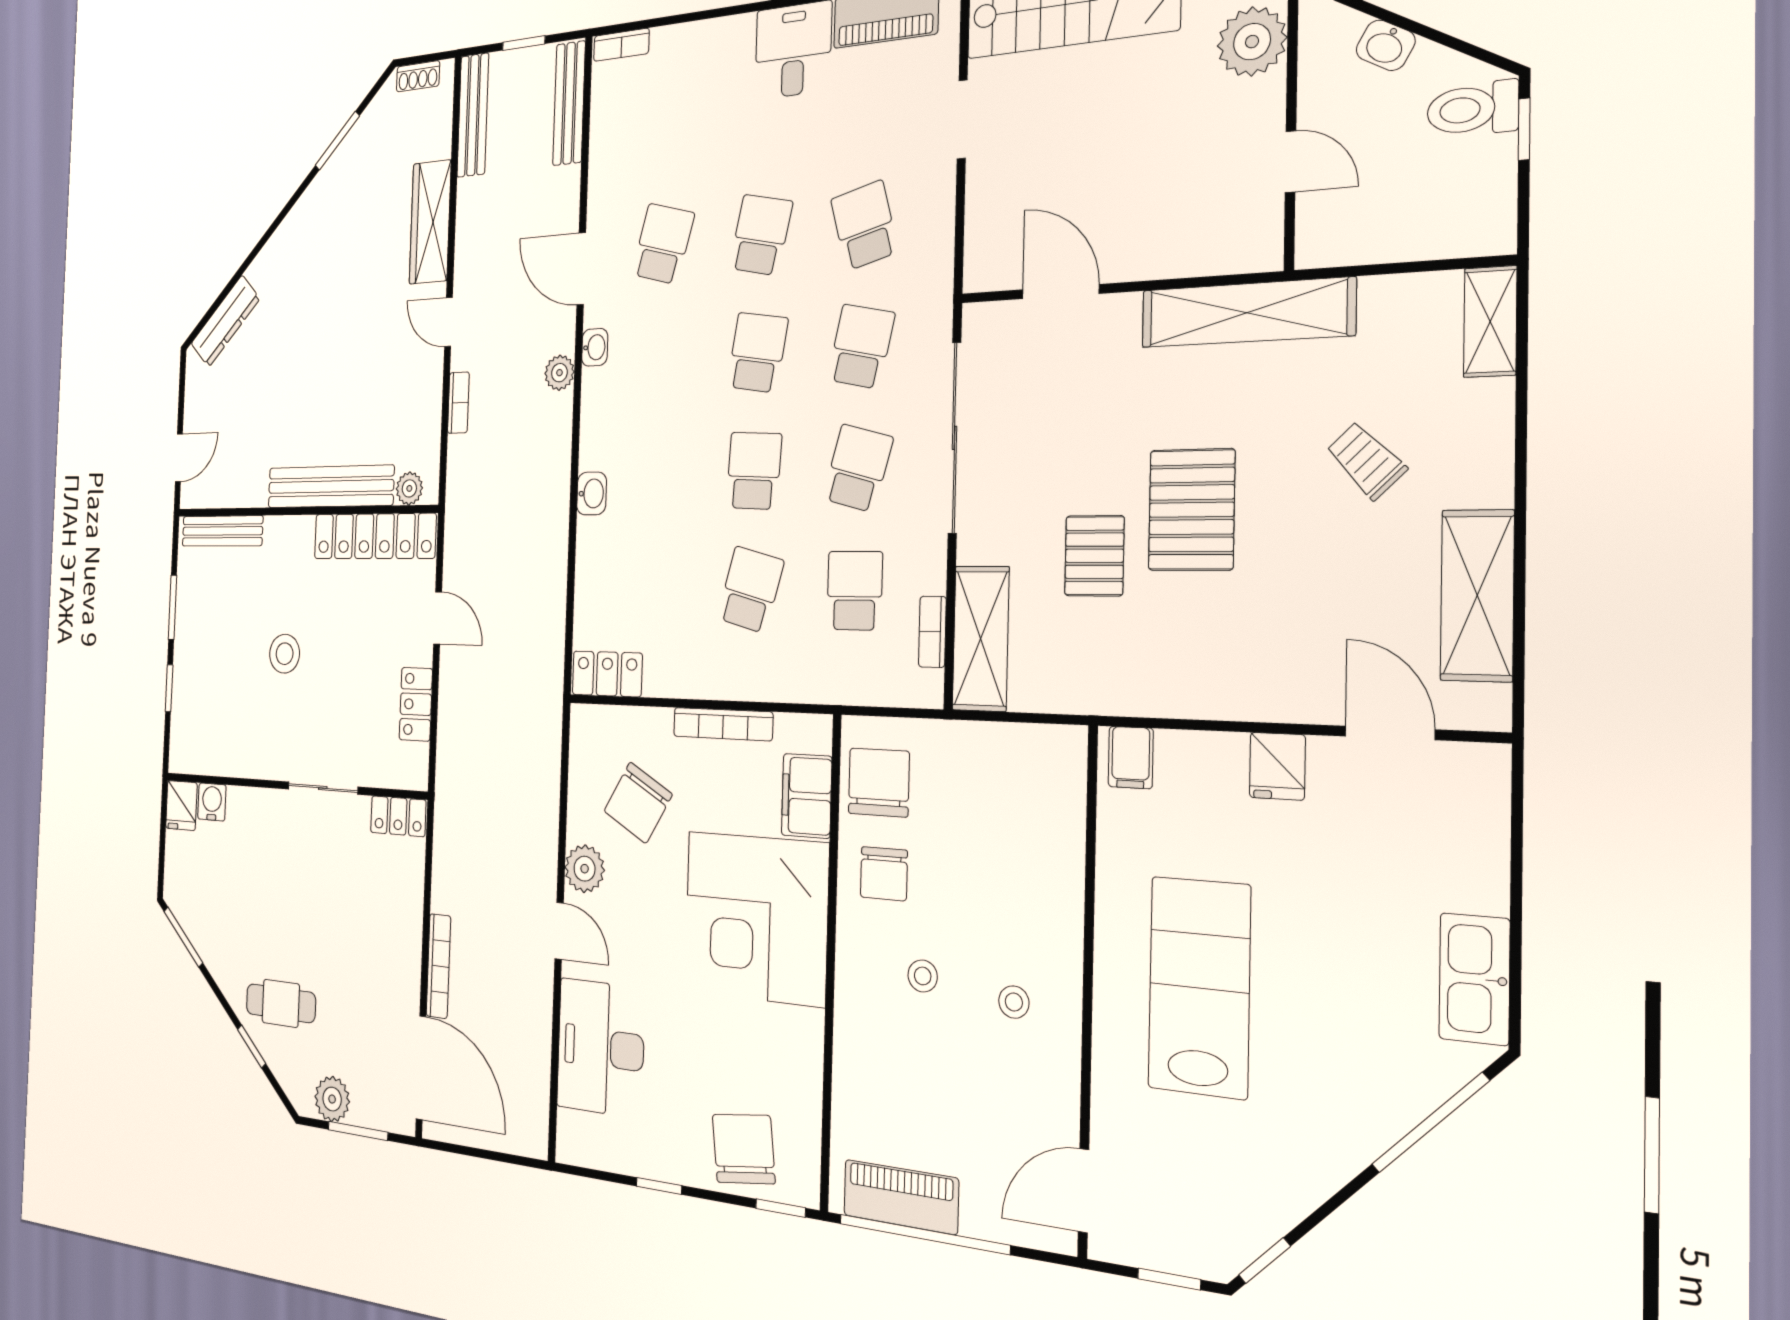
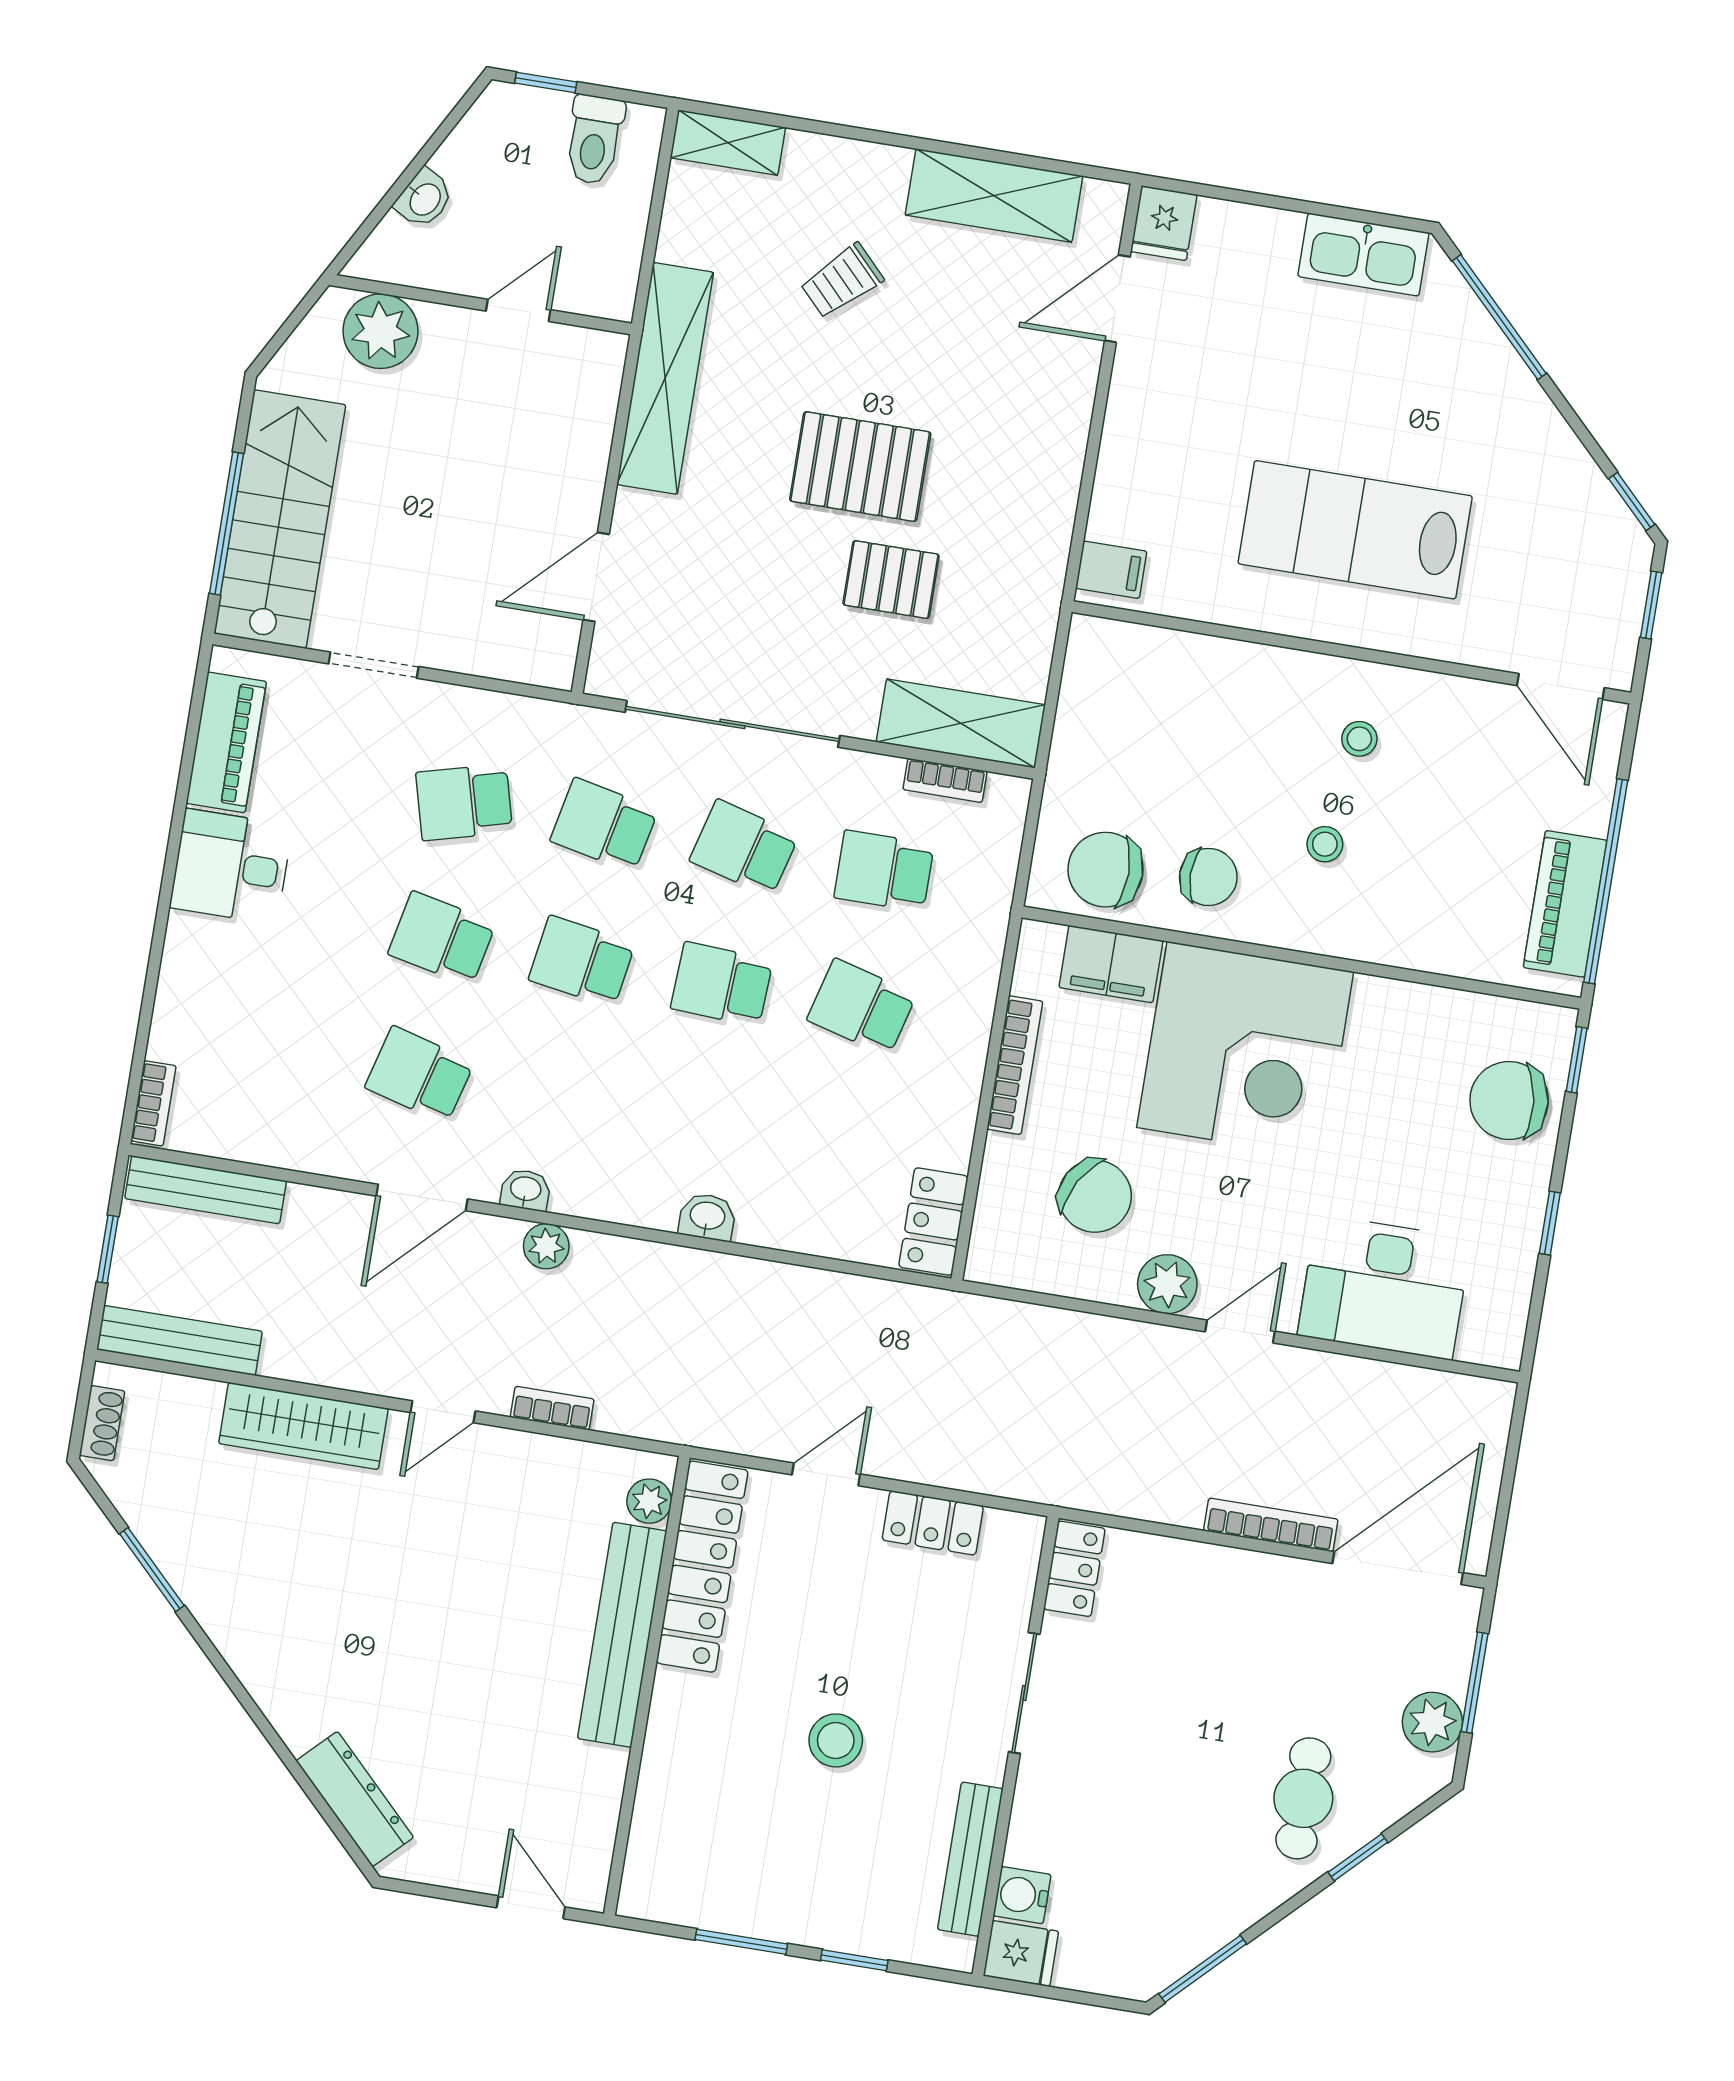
toilet: (1473, 109) -> (594, 140), moved
bench: (222, 531) -> (970, 1859), moved
fridge: (1277, 766) -> (1164, 223), moved, turned 90

